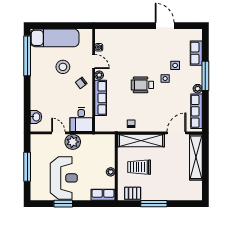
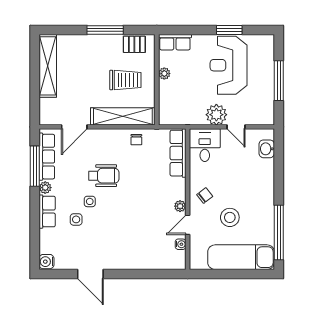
water cooler: (197, 35) -> (46, 262), added
row of seats: (196, 53) -> (47, 212), moved
door: (94, 62) -> (188, 225), hinge flipped
window: (205, 76) -> (35, 166), moved
wheelchair: (142, 85) -> (104, 176), moved
row of seats: (101, 98) -> (178, 153), moved
shelving: (196, 157) -> (48, 66), moved

